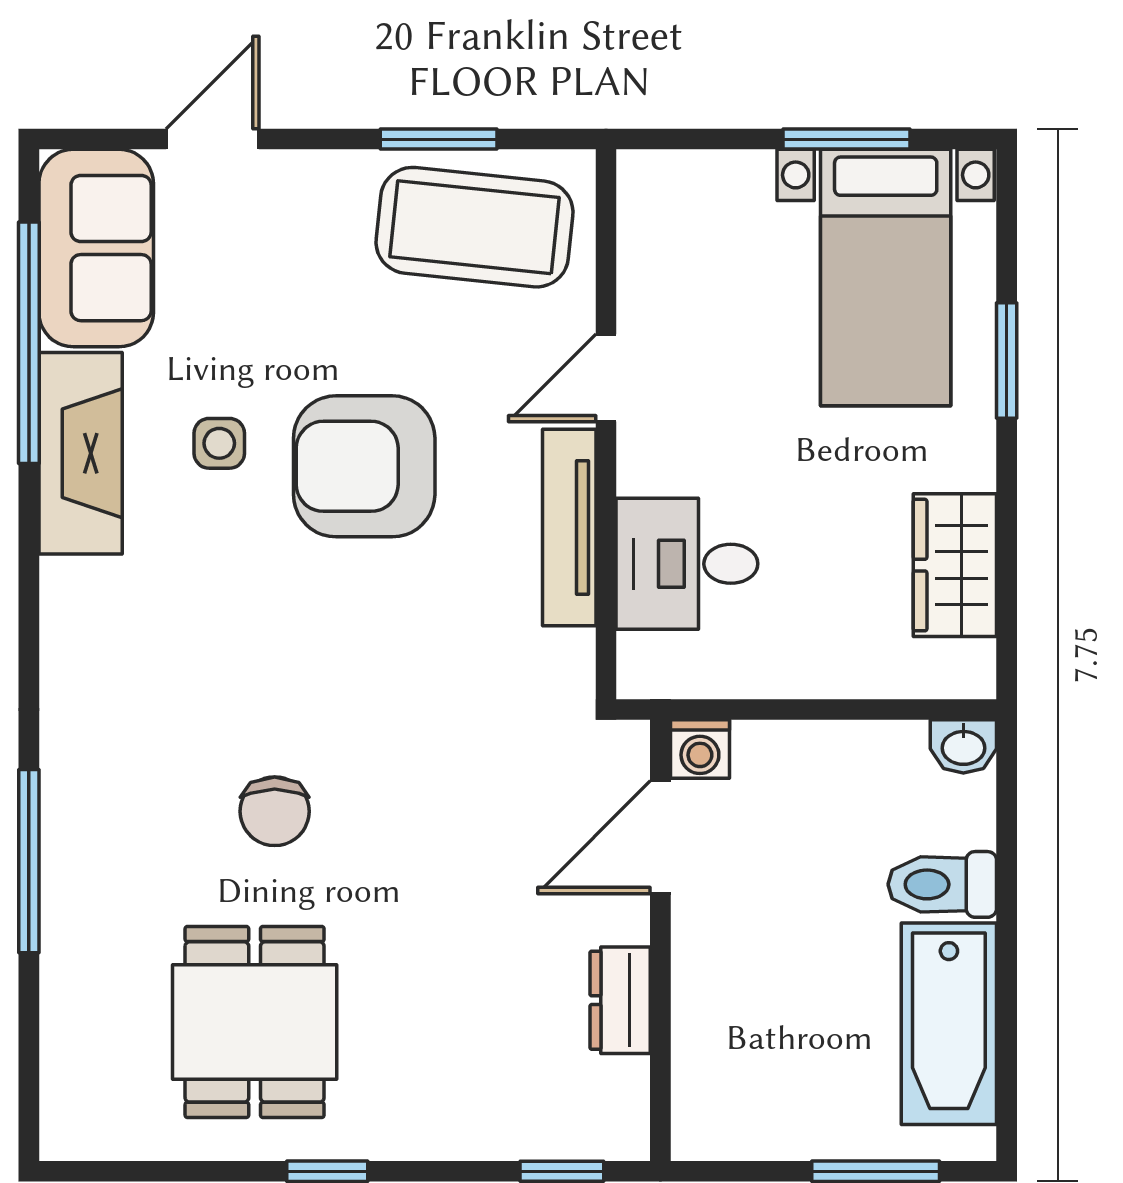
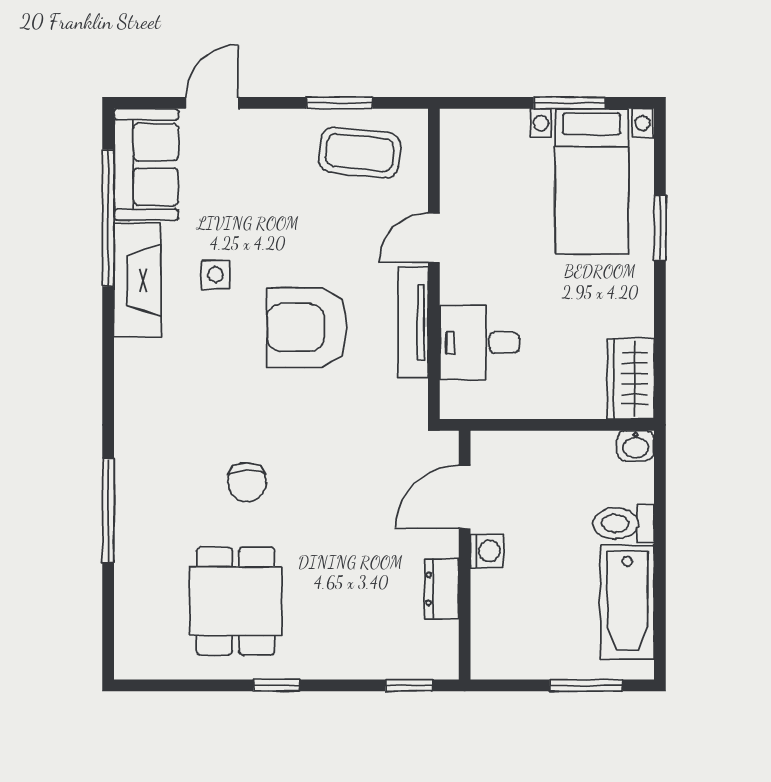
coffee table: (474, 227) -> (360, 153), width x0.73, depth x0.76
armchair: (364, 466) -> (307, 328), moved
wardrobe: (955, 565) -> (631, 379), moved
washing machine: (700, 749) -> (487, 551), moved, turned -90

